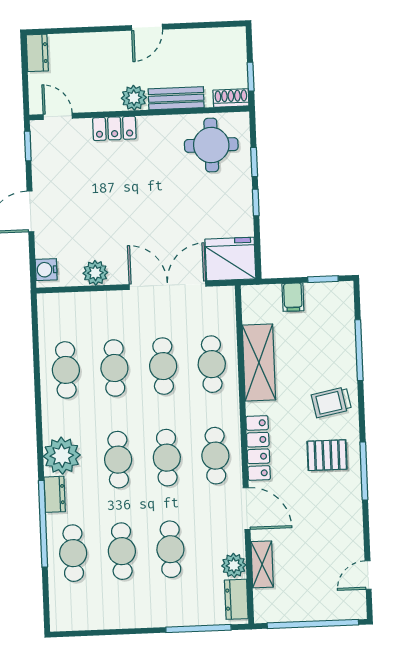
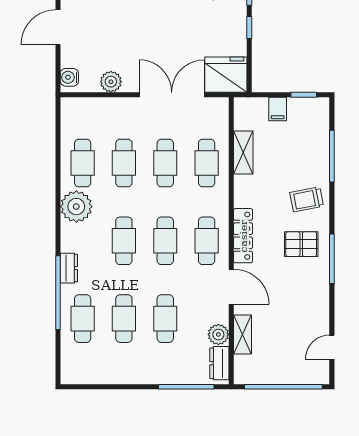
shelving: (259, 363) -> (243, 153), width x0.67, depth x0.75
plant: (62, 456) -> (76, 207), moved

